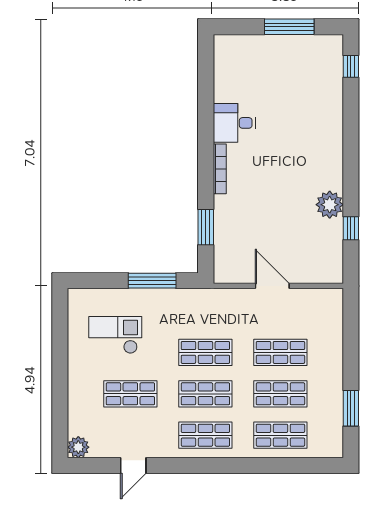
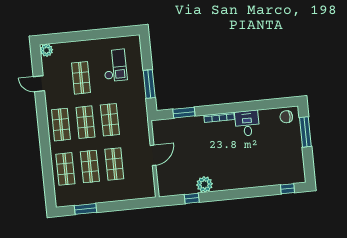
window: (289, 27) -> (305, 132), moved
chair: (230, 56) -> (286, 117), added

